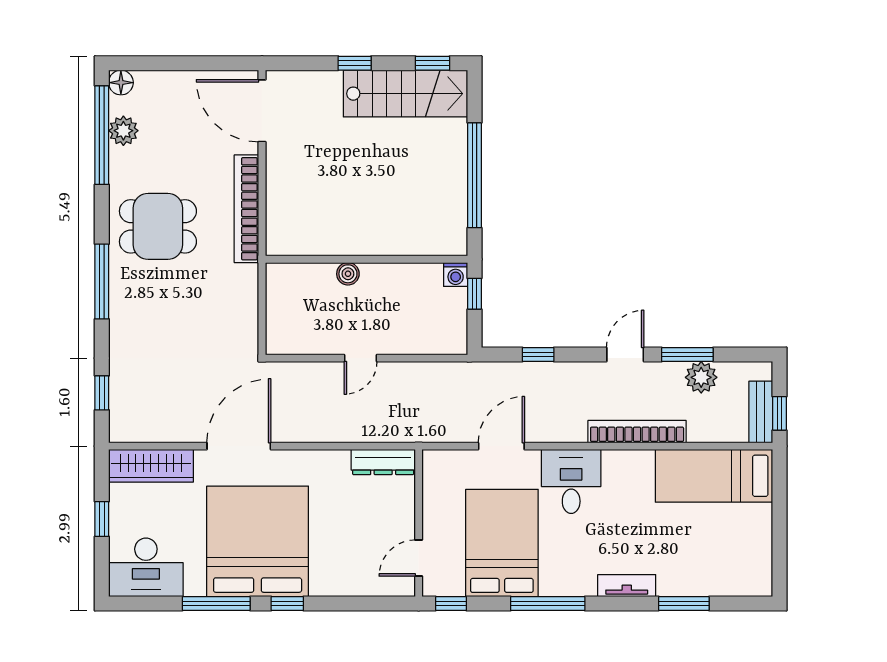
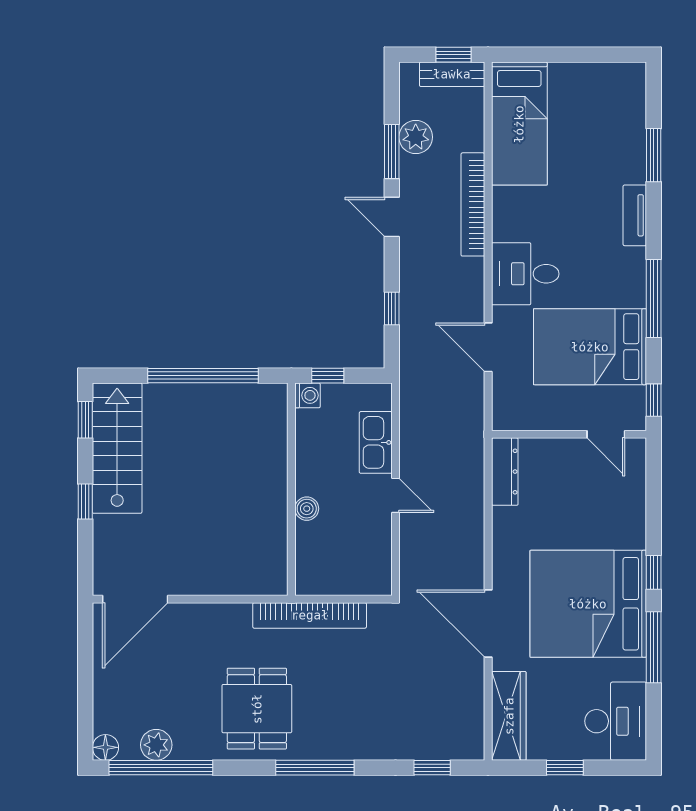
bookcase: (246, 209) -> (310, 615), moved
kitchen sink: (411, 339) -> (376, 442), added

